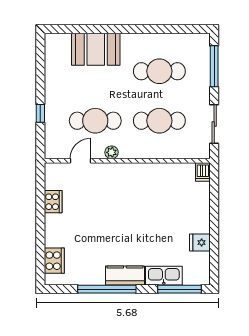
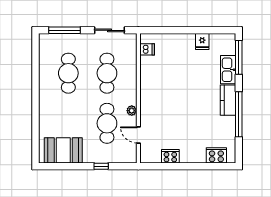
booth: (96, 49) -> (63, 150), moved, turned 90
dishwasher: (203, 172) -> (147, 49), moved

